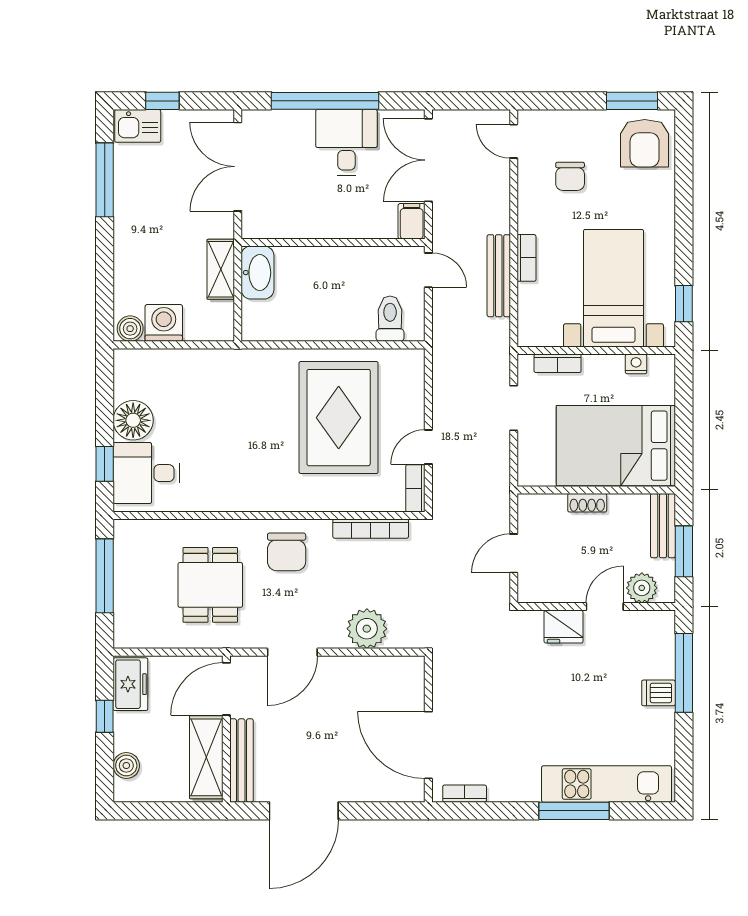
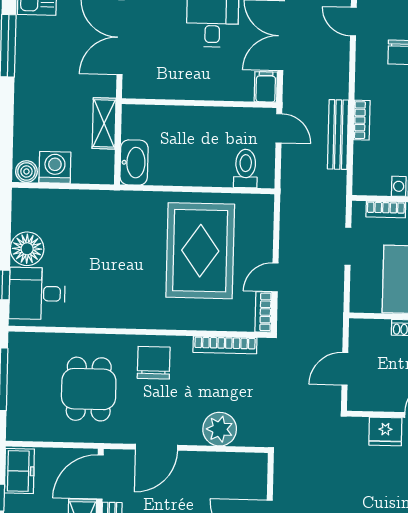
washbasin: (257, 273) -> (134, 163), moved
chair: (287, 552) -> (154, 363), turned 180

